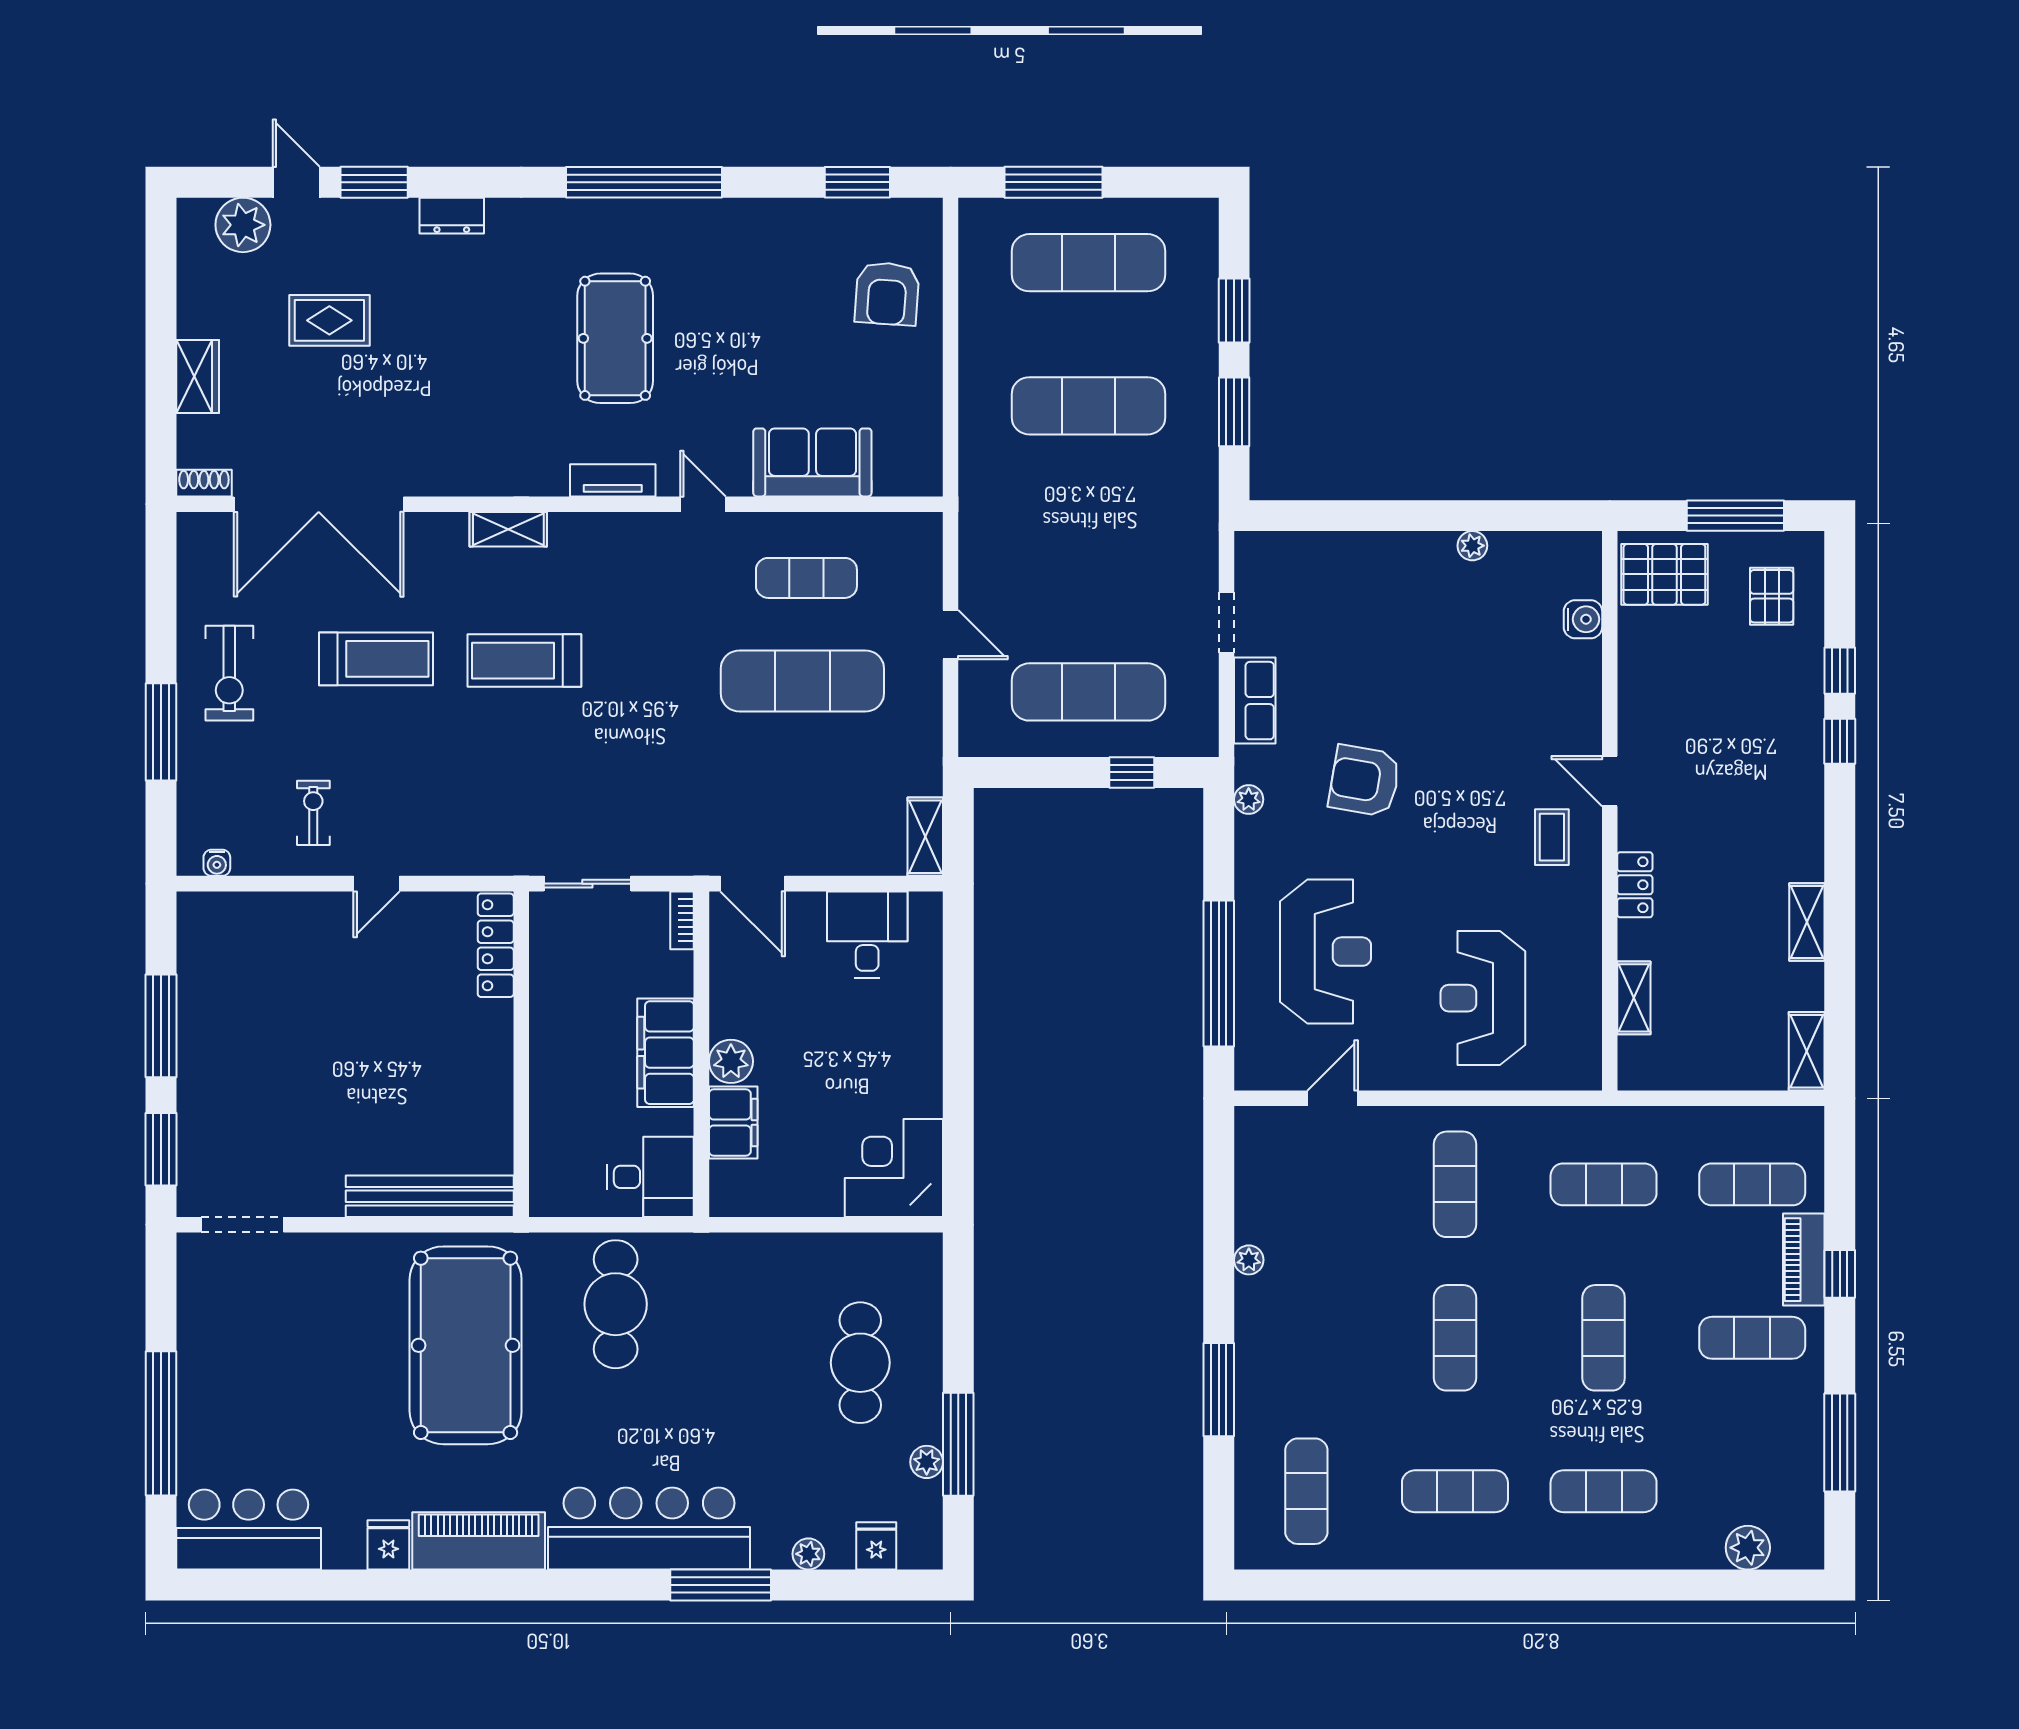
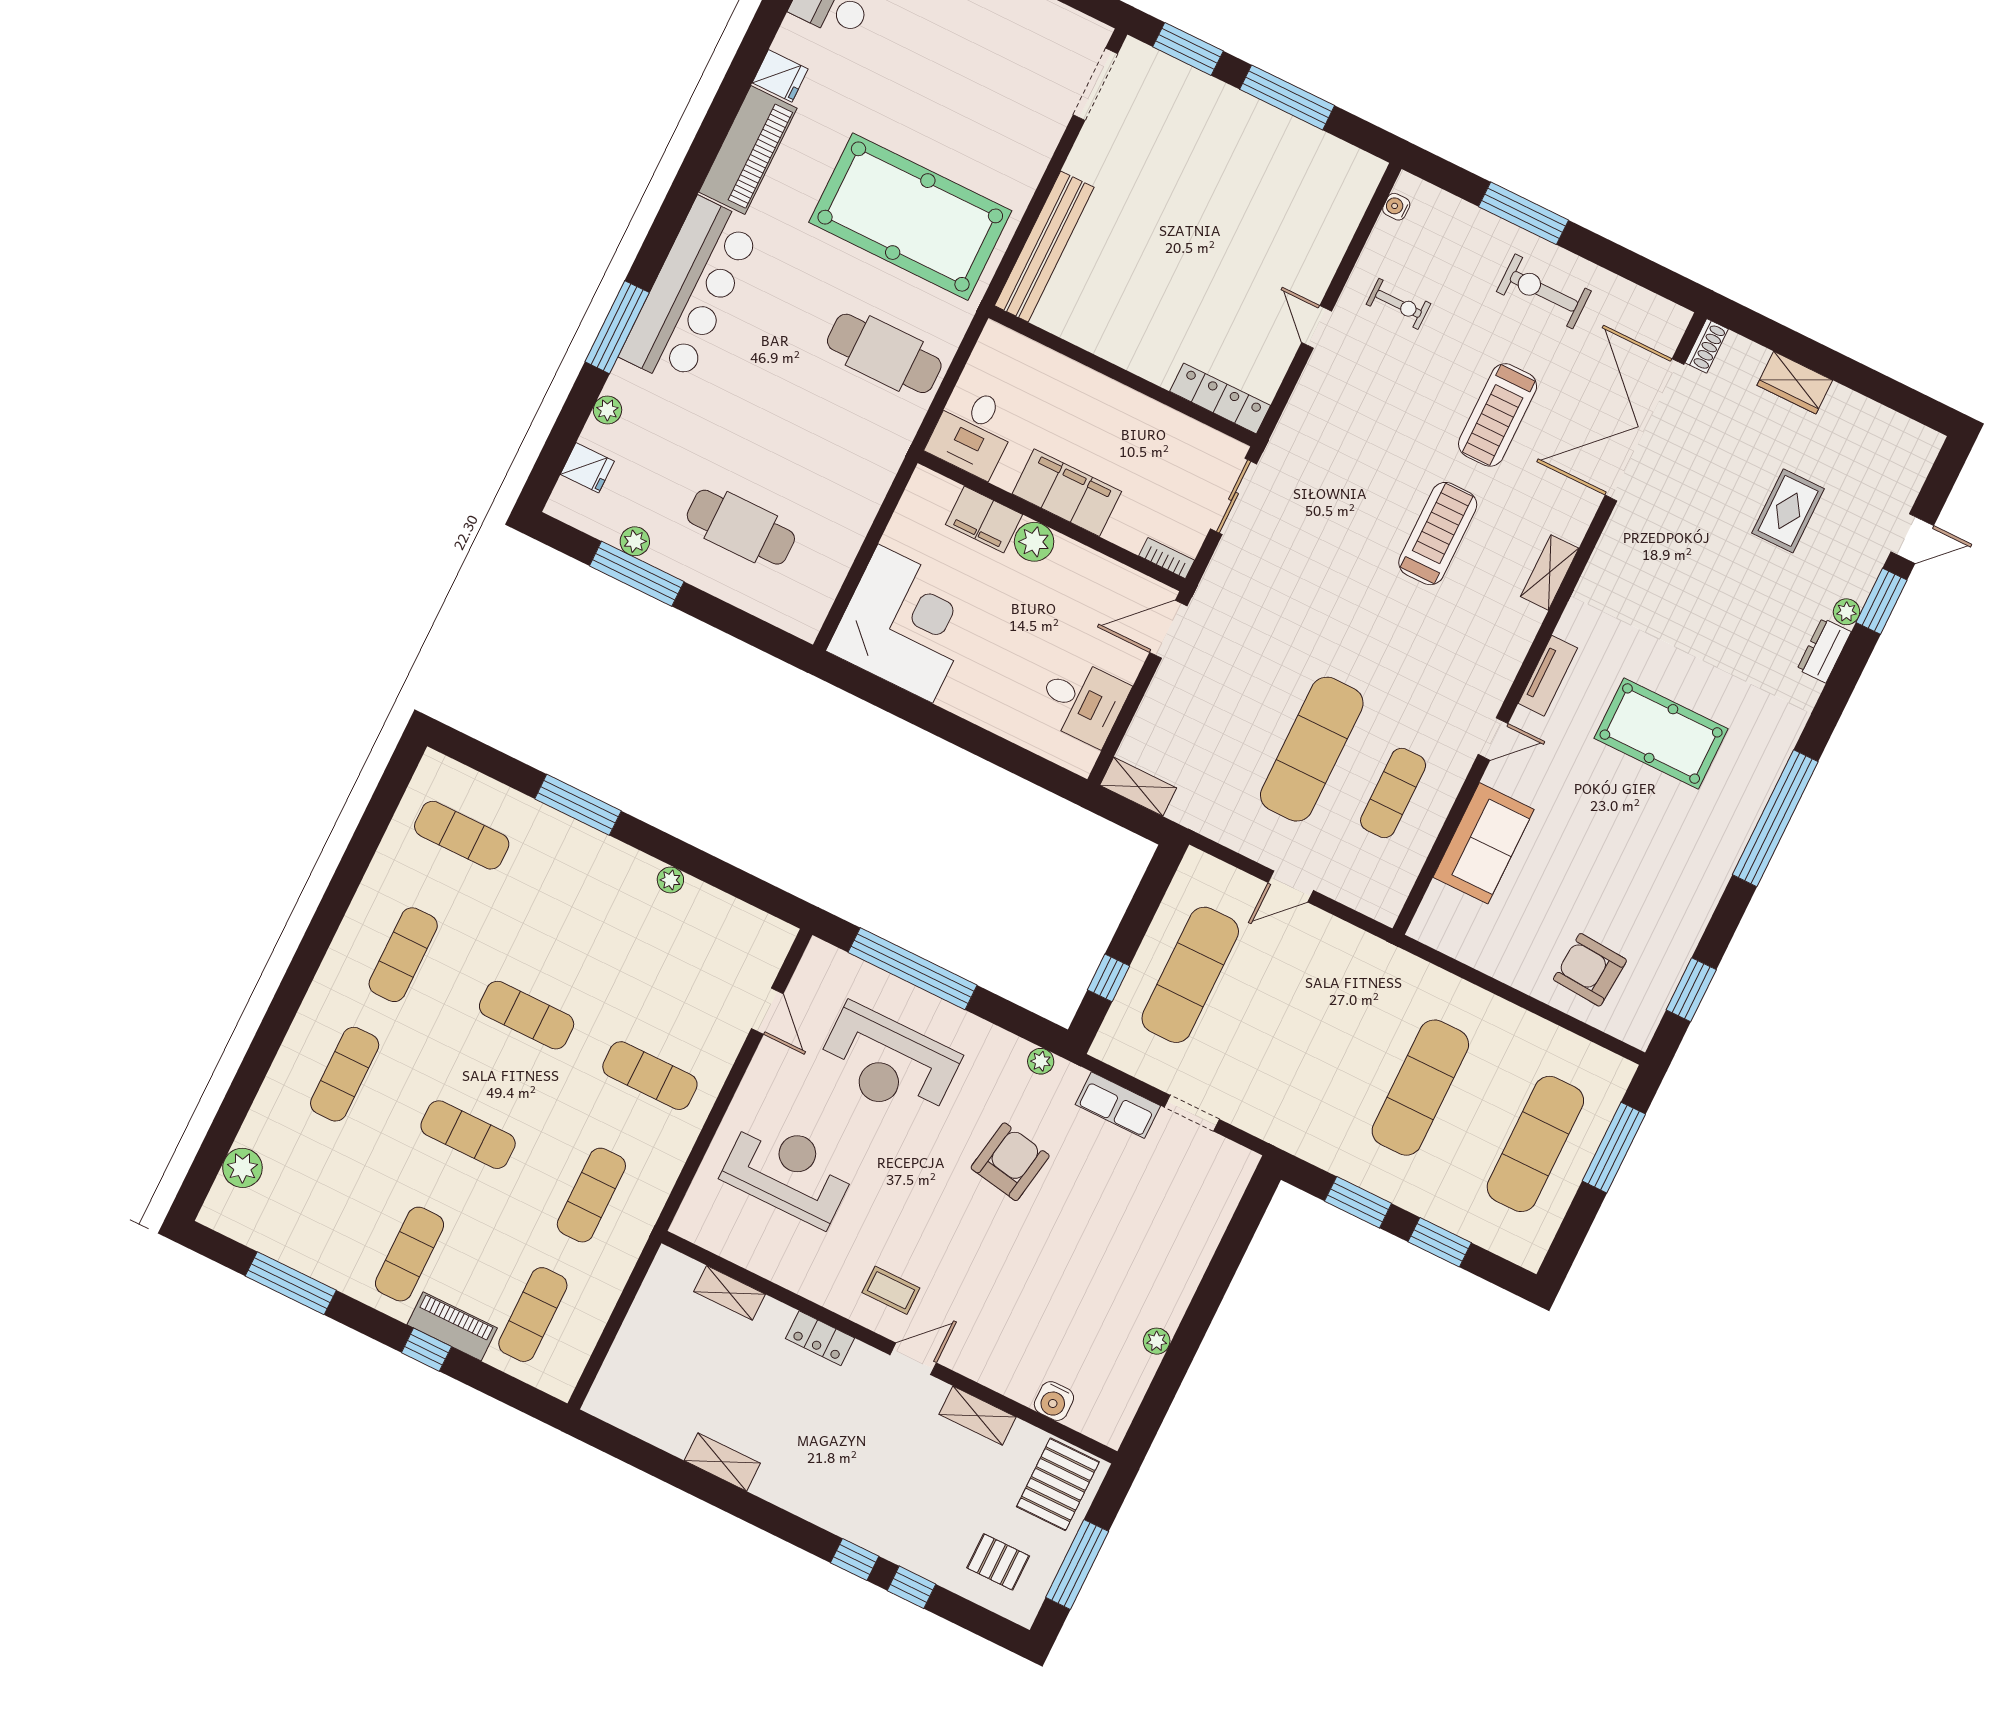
plant: (243, 225) -> (1847, 612), moved, width x0.53, depth x0.53
shelving: (1807, 1051) -> (978, 1416), moved
corner desk: (894, 1168) -> (905, 624), width x1.36, depth x1.36

